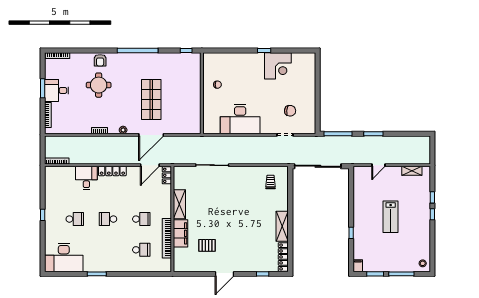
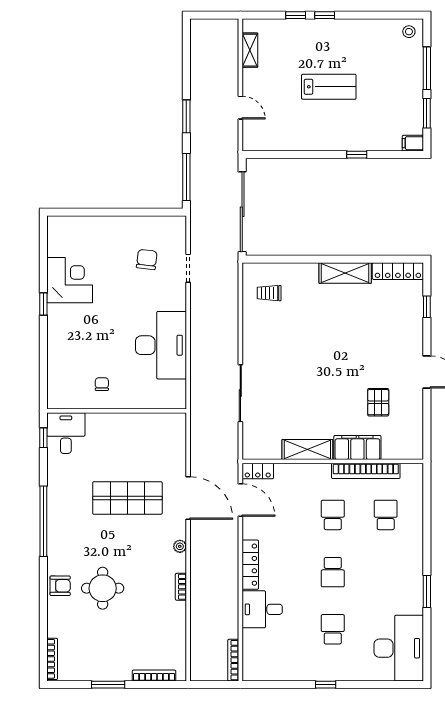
desk: (57, 90) -> (66, 433), moved, turned 180

